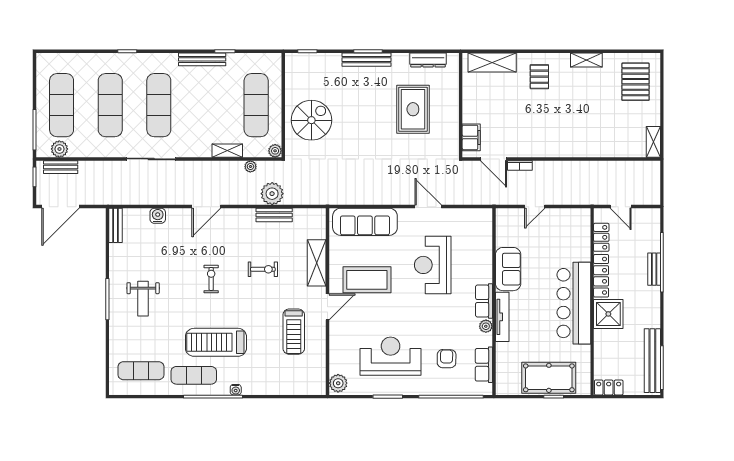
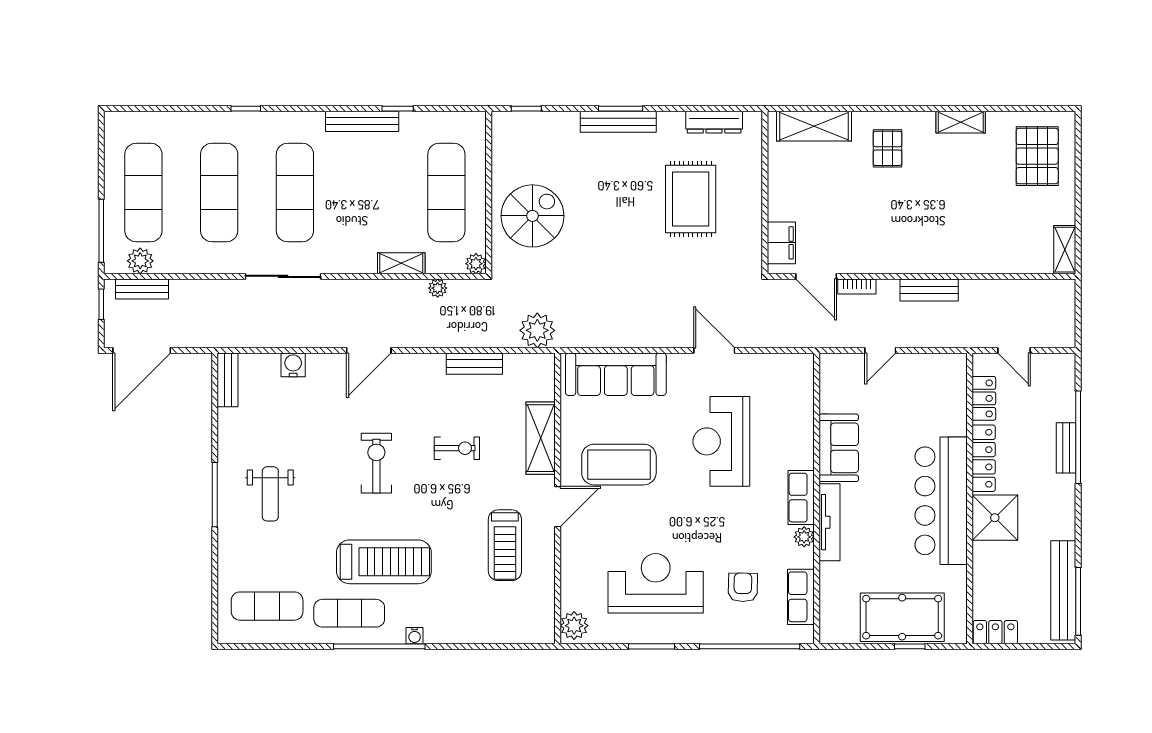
bench: (566, 168) -> (929, 290), added
plant: (272, 194) -> (537, 330), moved
exercise bike: (211, 279) -> (376, 463), width x1.38, depth x1.39
treadmill: (216, 342) -> (384, 562), turned 180

